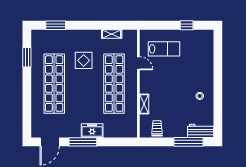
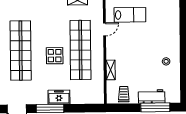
display table: (84, 60) -> (55, 56), moved
door: (138, 63) -> (104, 29), hinge flipped
workbench: (201, 131) -> (152, 96), moved

